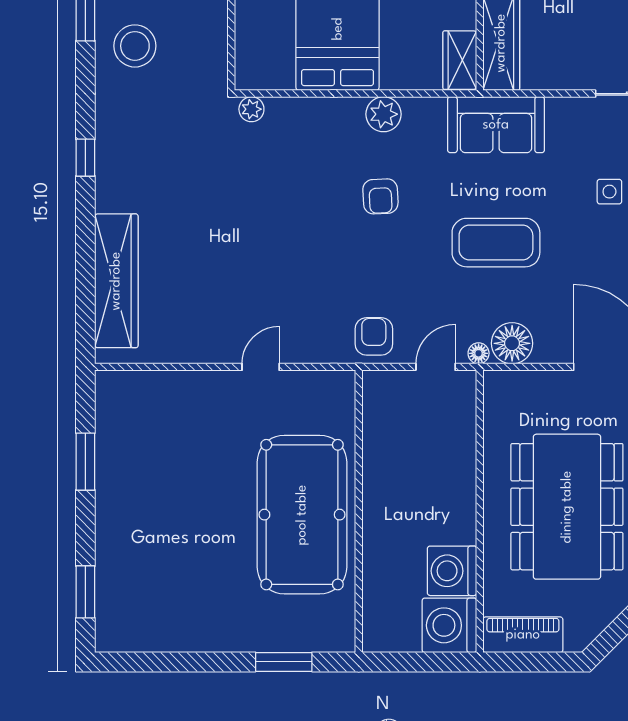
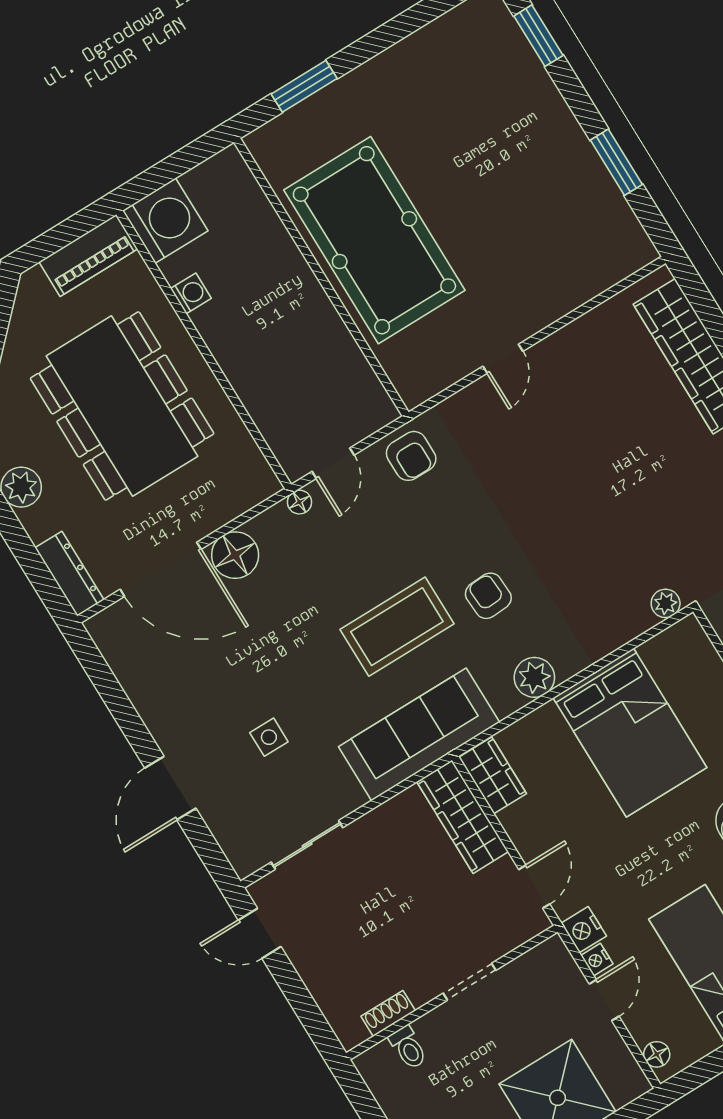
sofa: (496, 125) -> (419, 734), width x1.36
coffee table: (496, 243) -> (397, 627), moved
floor lamp: (512, 343) -> (235, 555), moved
washing machine: (452, 571) -> (191, 293), width x0.53, depth x0.53

